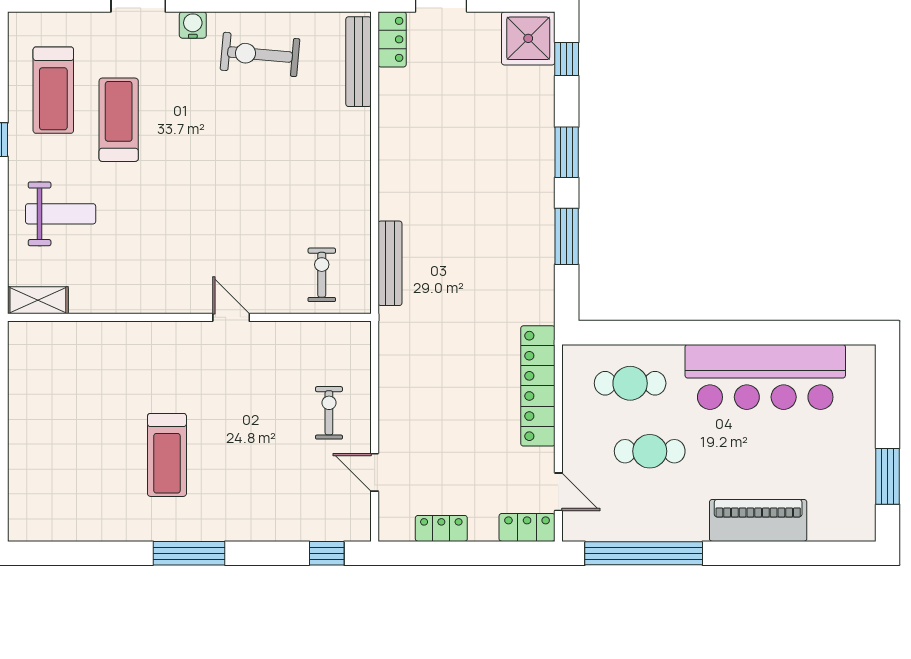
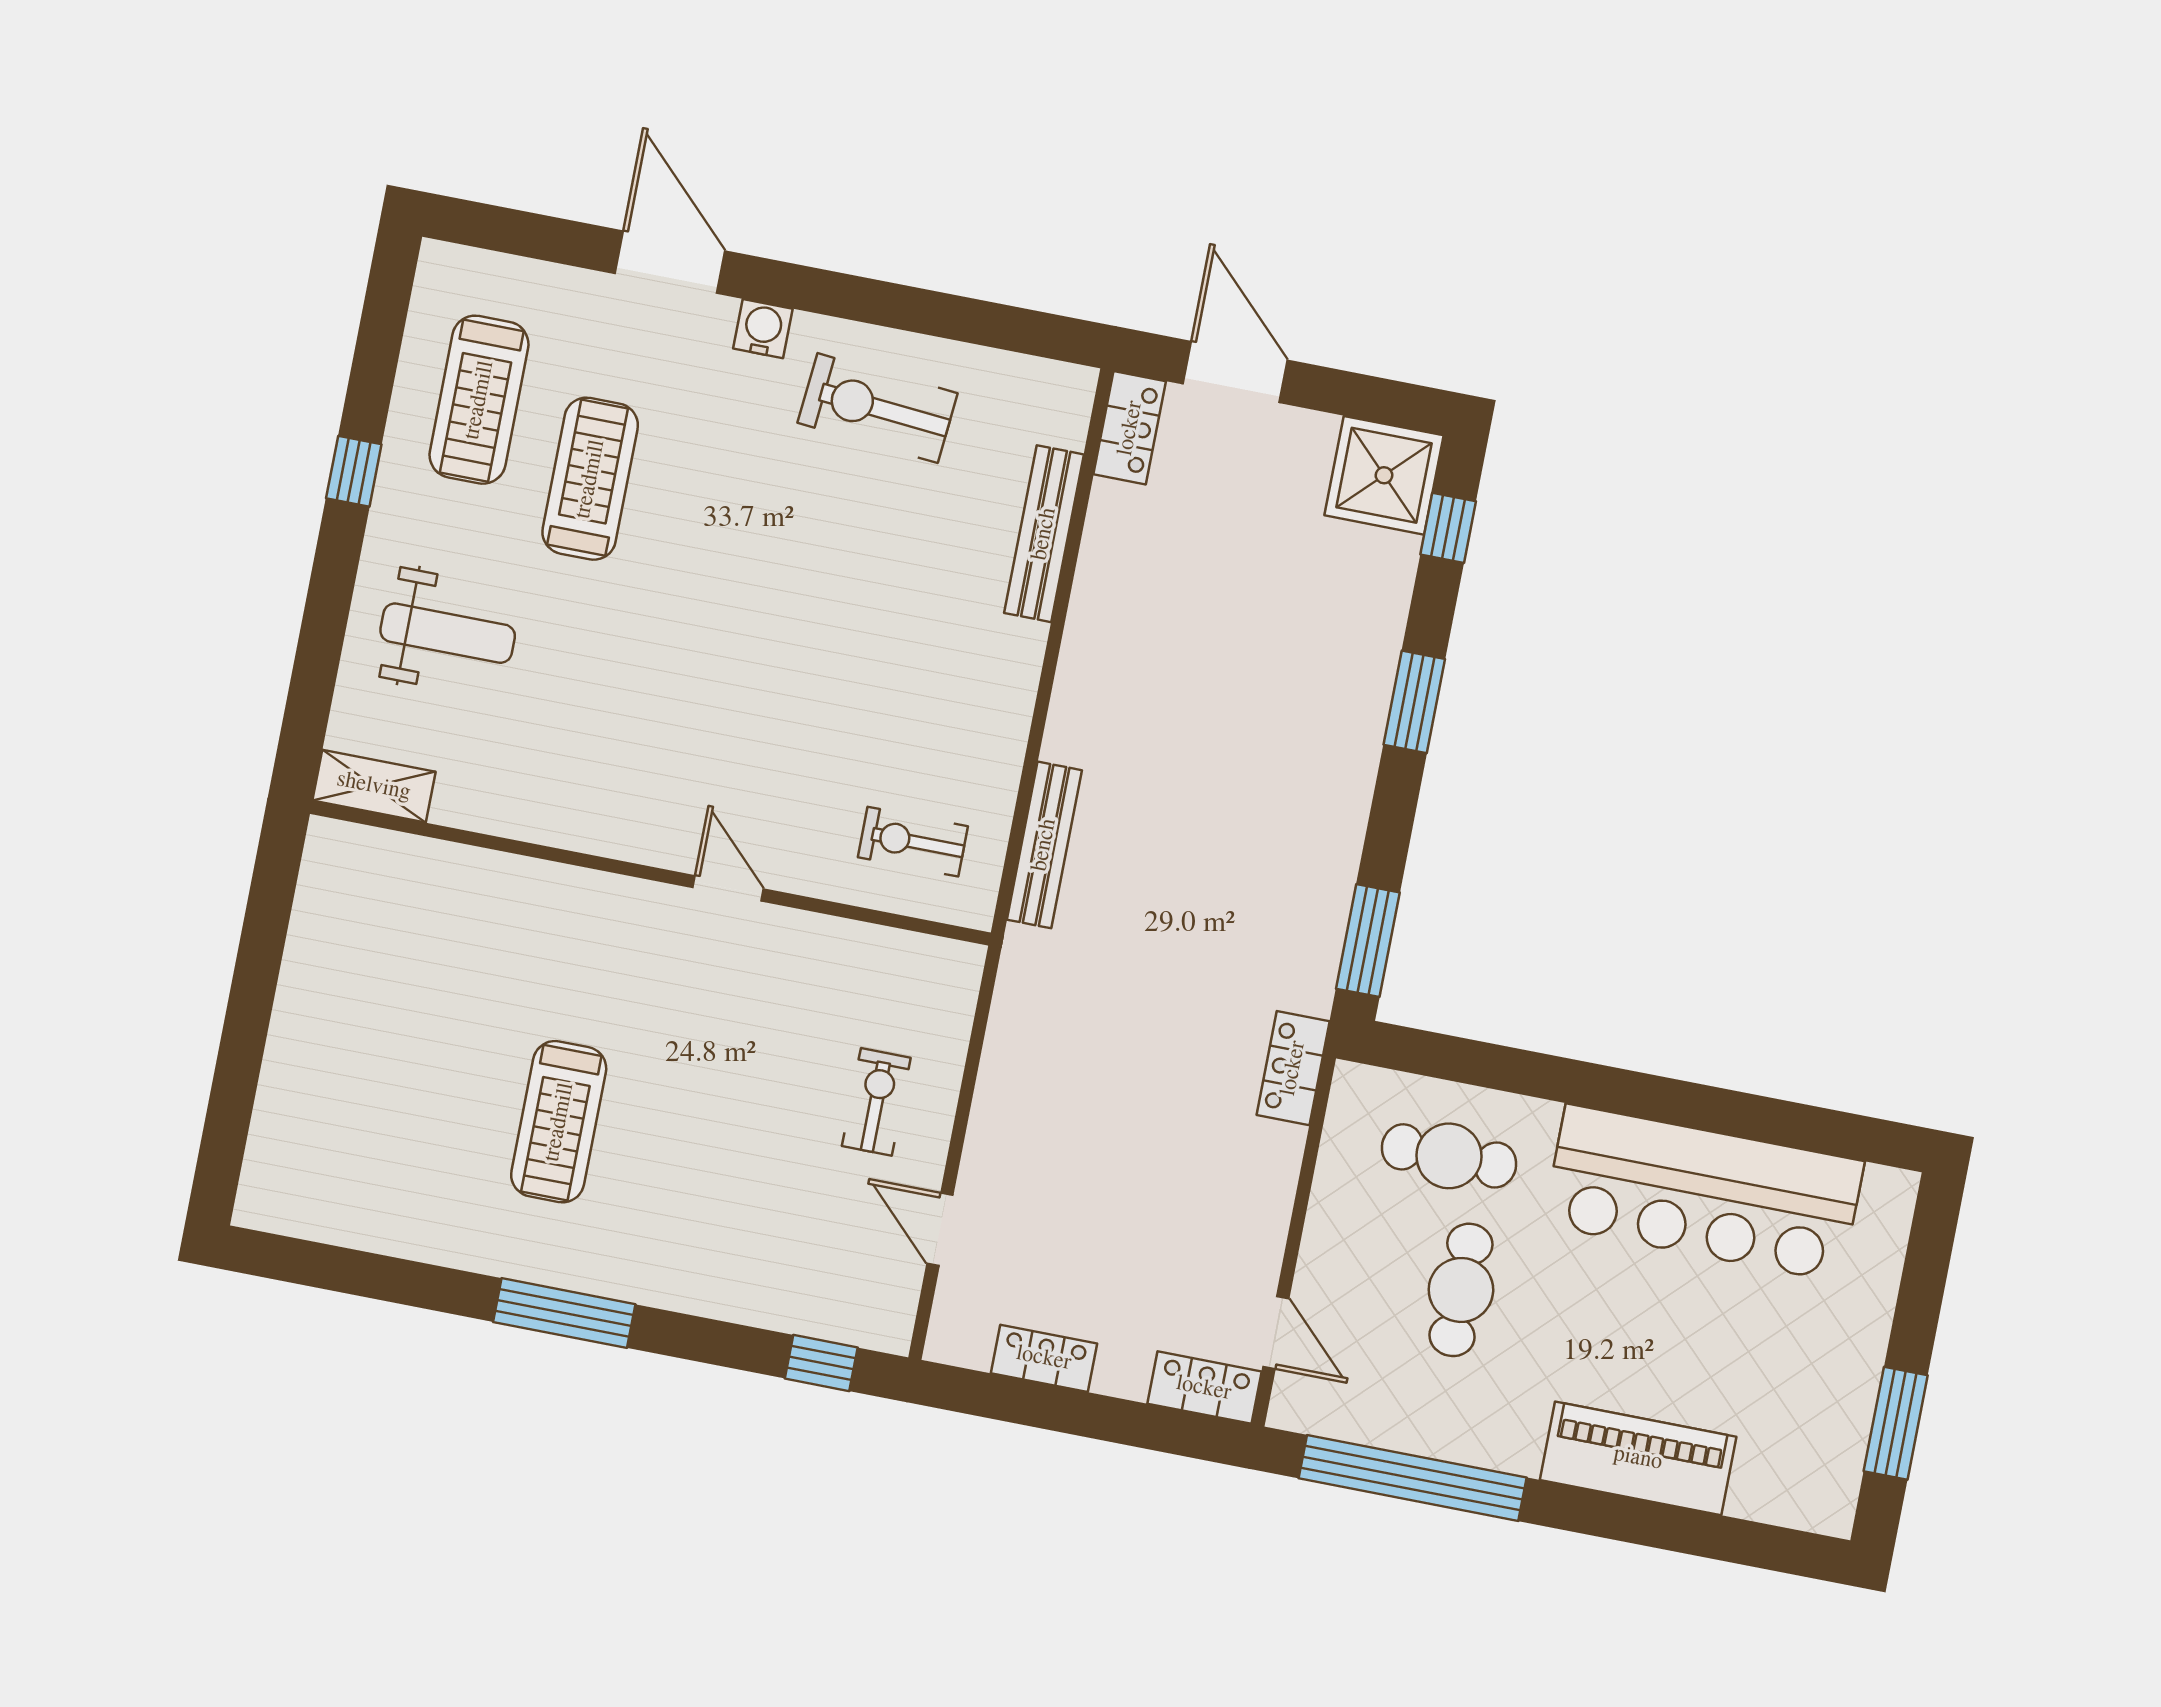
bench: (358, 62) -> (1044, 534), moved
window: (567, 236) -> (1368, 941), moved
exercise bike: (322, 275) -> (913, 842), turned -90
locker: (538, 386) -> (1293, 1068), width x0.46, depth x0.83
cafe table: (650, 451) -> (1461, 1290), turned 90

